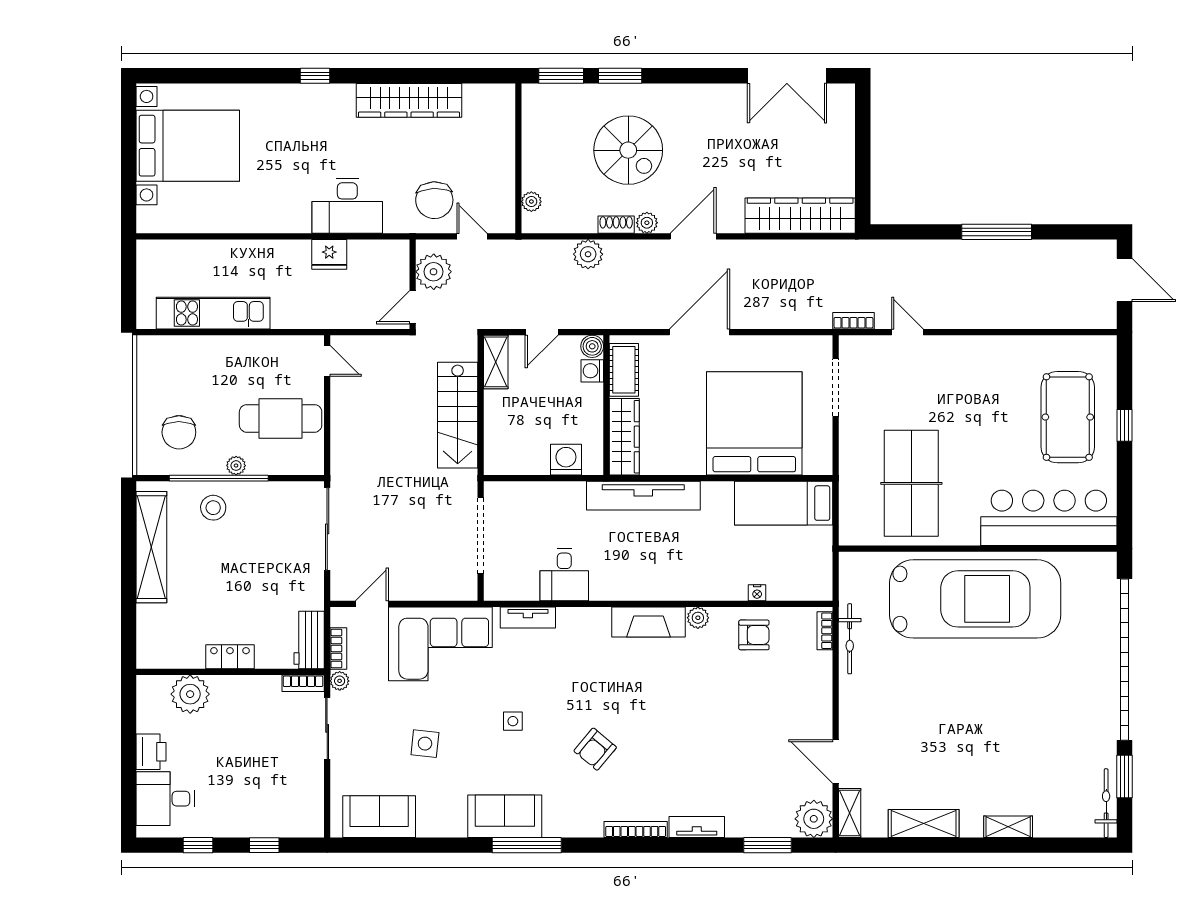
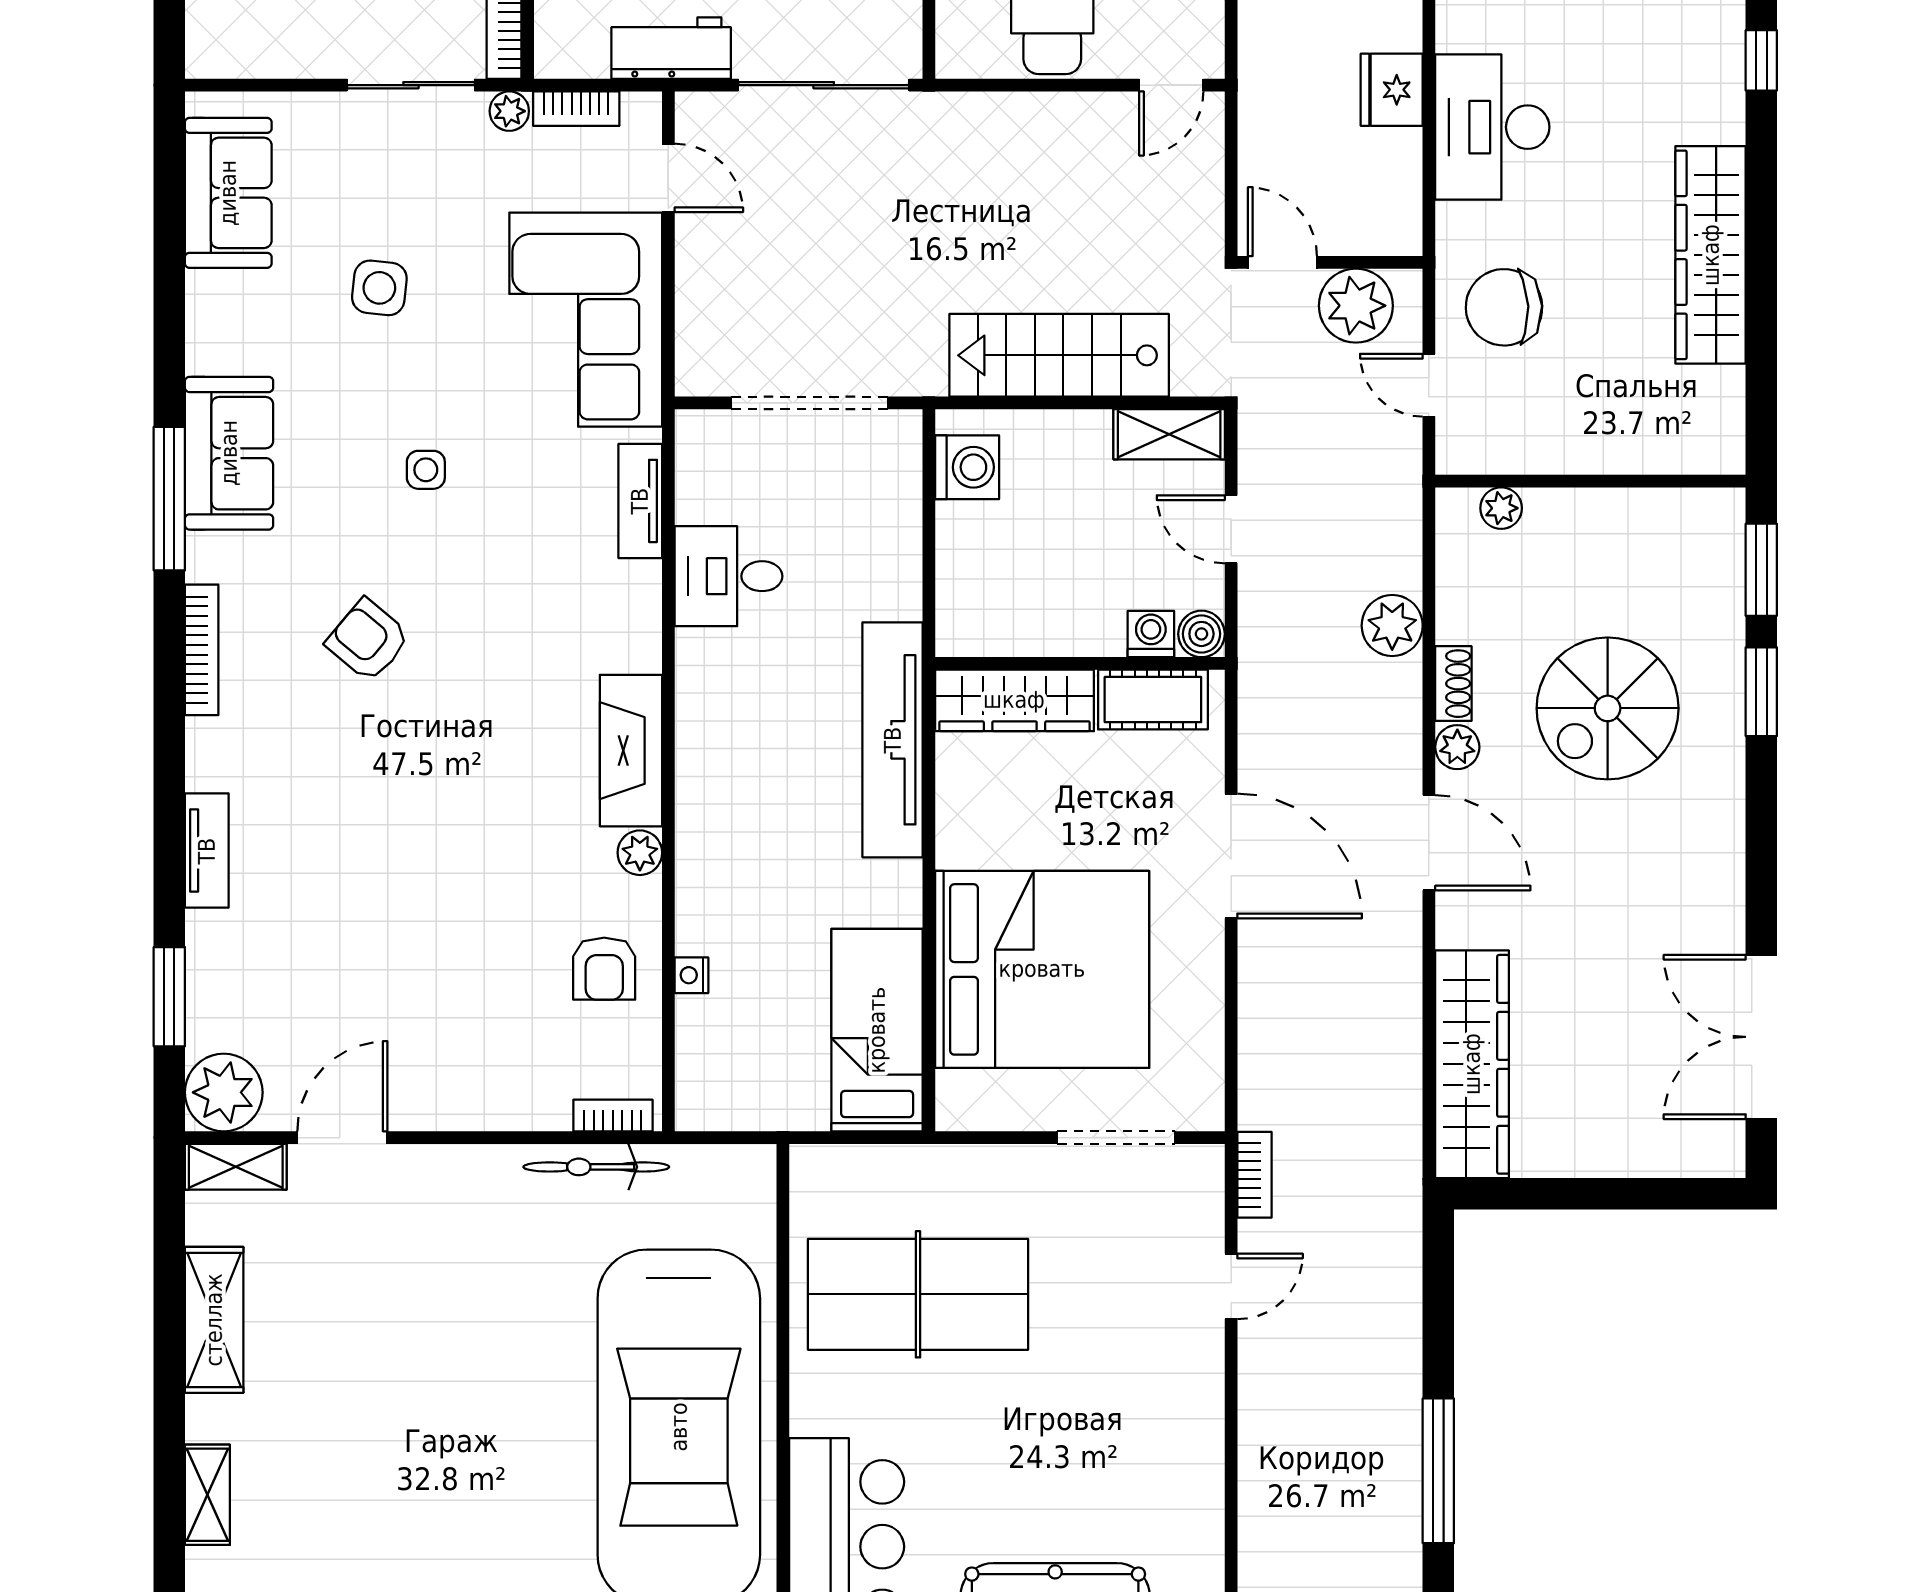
door: (472, 236) -> (1429, 385), swing flipped
washing machine: (566, 460) -> (967, 467), moved
workbench: (309, 640) -> (671, 48), moved
bookcase: (636, 829) -> (202, 650), moved

